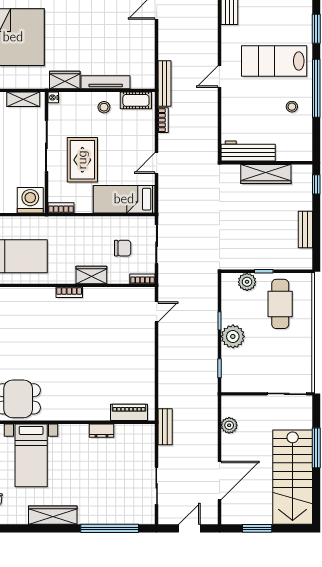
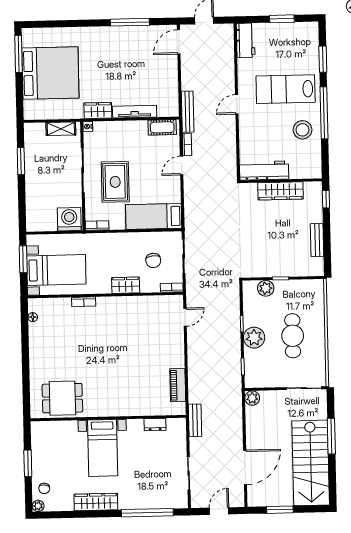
stool: (104, 107) -> (134, 134), removed
stool: (292, 107) -> (302, 130), width x1.89, depth x1.89
door: (157, 163) -> (182, 166), moved
chair: (123, 248) -> (153, 260), turned 85
bookcase: (69, 292) -> (84, 302), moved
cafe table: (280, 304) -> (293, 336), moved
piano: (129, 412) -> (178, 385), moved, turned -90
plant: (229, 425) -> (252, 398), moved
dresser: (102, 431) -> (155, 425), moved
bed with nightstands: (31, 455) -> (103, 448), moved

